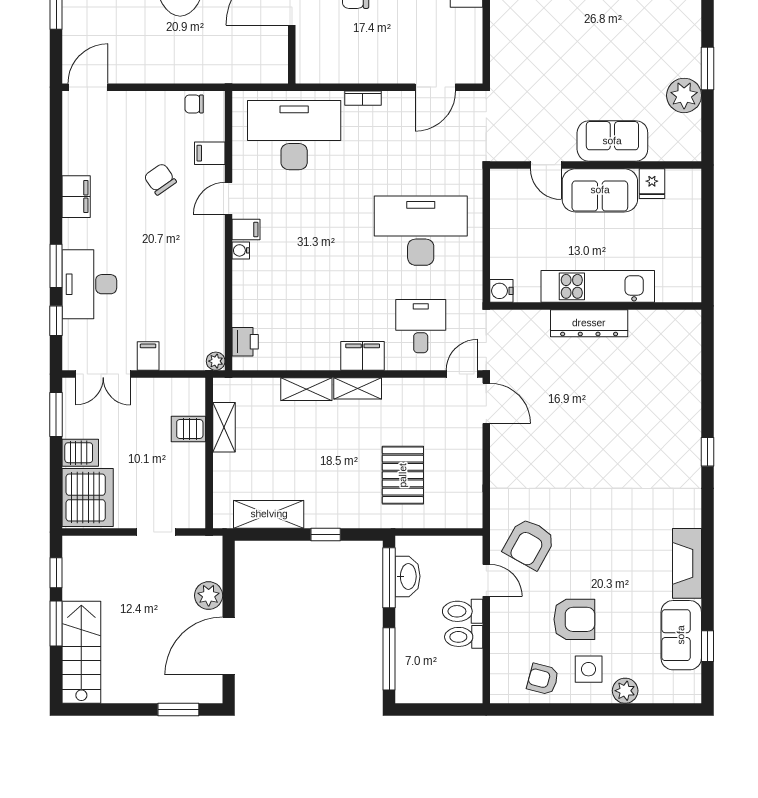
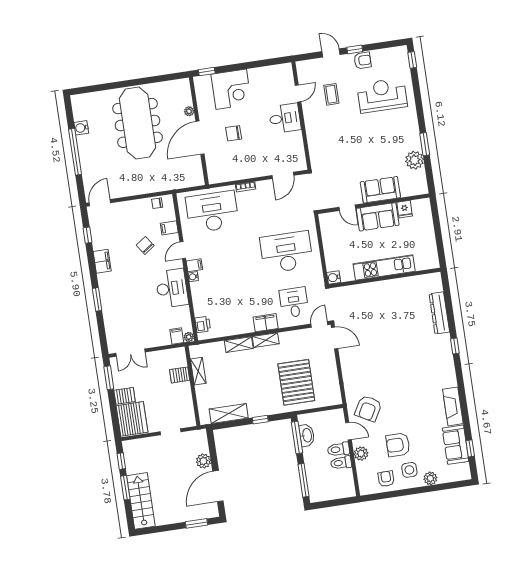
desk: (89, 284) -> (172, 288), moved, turned 180
window: (56, 321) -> (87, 235), moved
dresser: (589, 323) -> (439, 313), moved, turned 90
filing cabinet: (148, 356) -> (177, 336), moved
pallet: (403, 475) -> (296, 382), width x1.37, depth x1.41
armchair: (574, 619) -> (398, 445), turned 180
plant: (503, 625) -> (361, 454), added
armchair: (543, 679) -> (386, 479), turned 74

